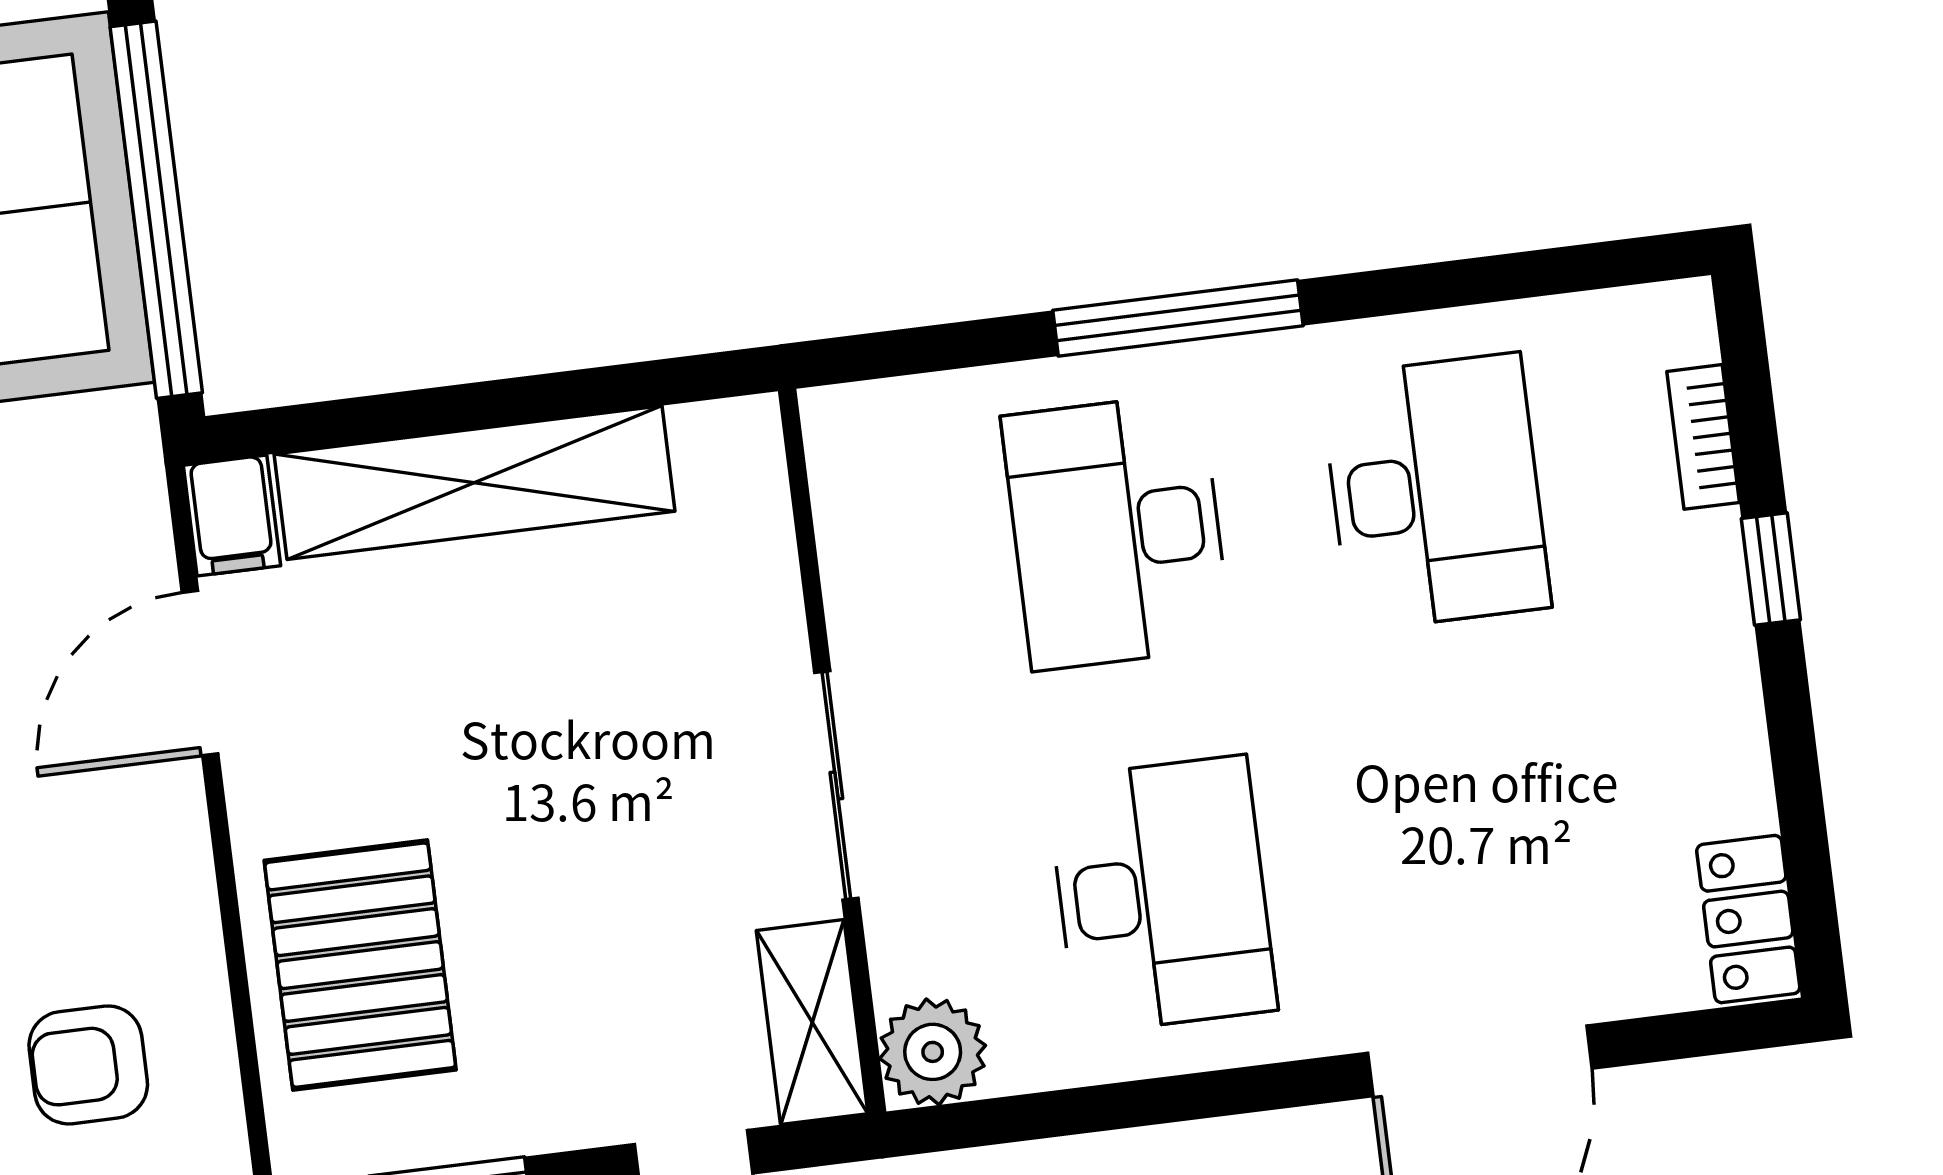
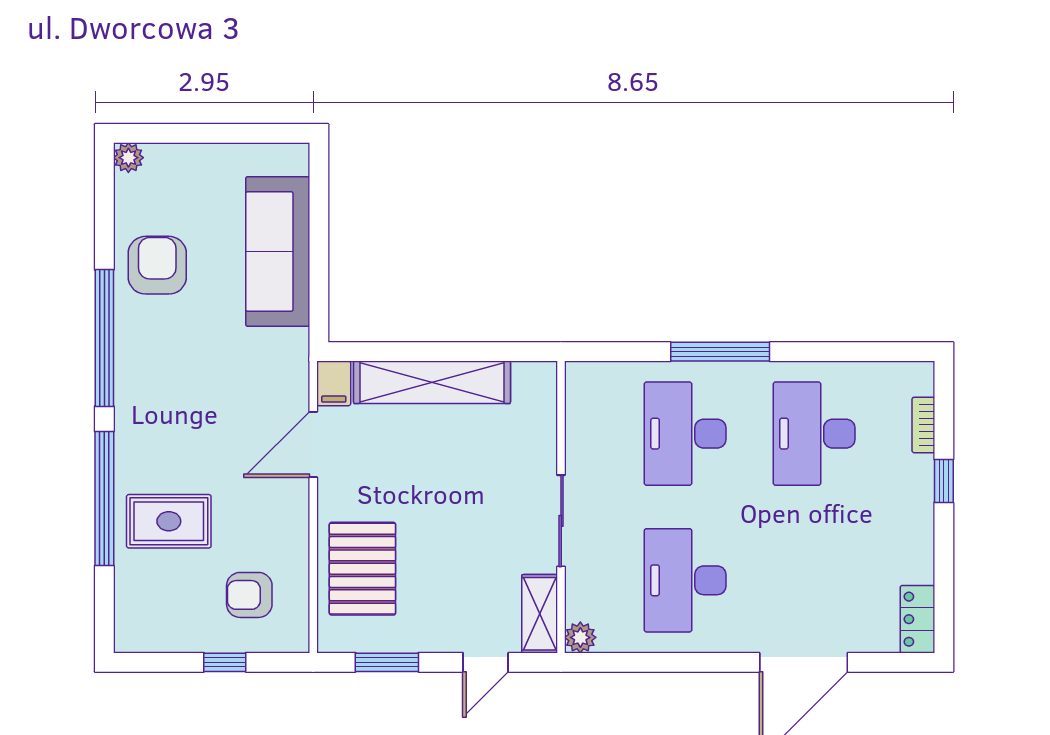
window: (156, 210) -> (319, 258), removed
desk: (1435, 492) -> (814, 434), turned 180
desk: (1162, 895) -> (685, 580), turned 180
plant: (933, 1052) -> (580, 637), width x0.73, depth x0.73

